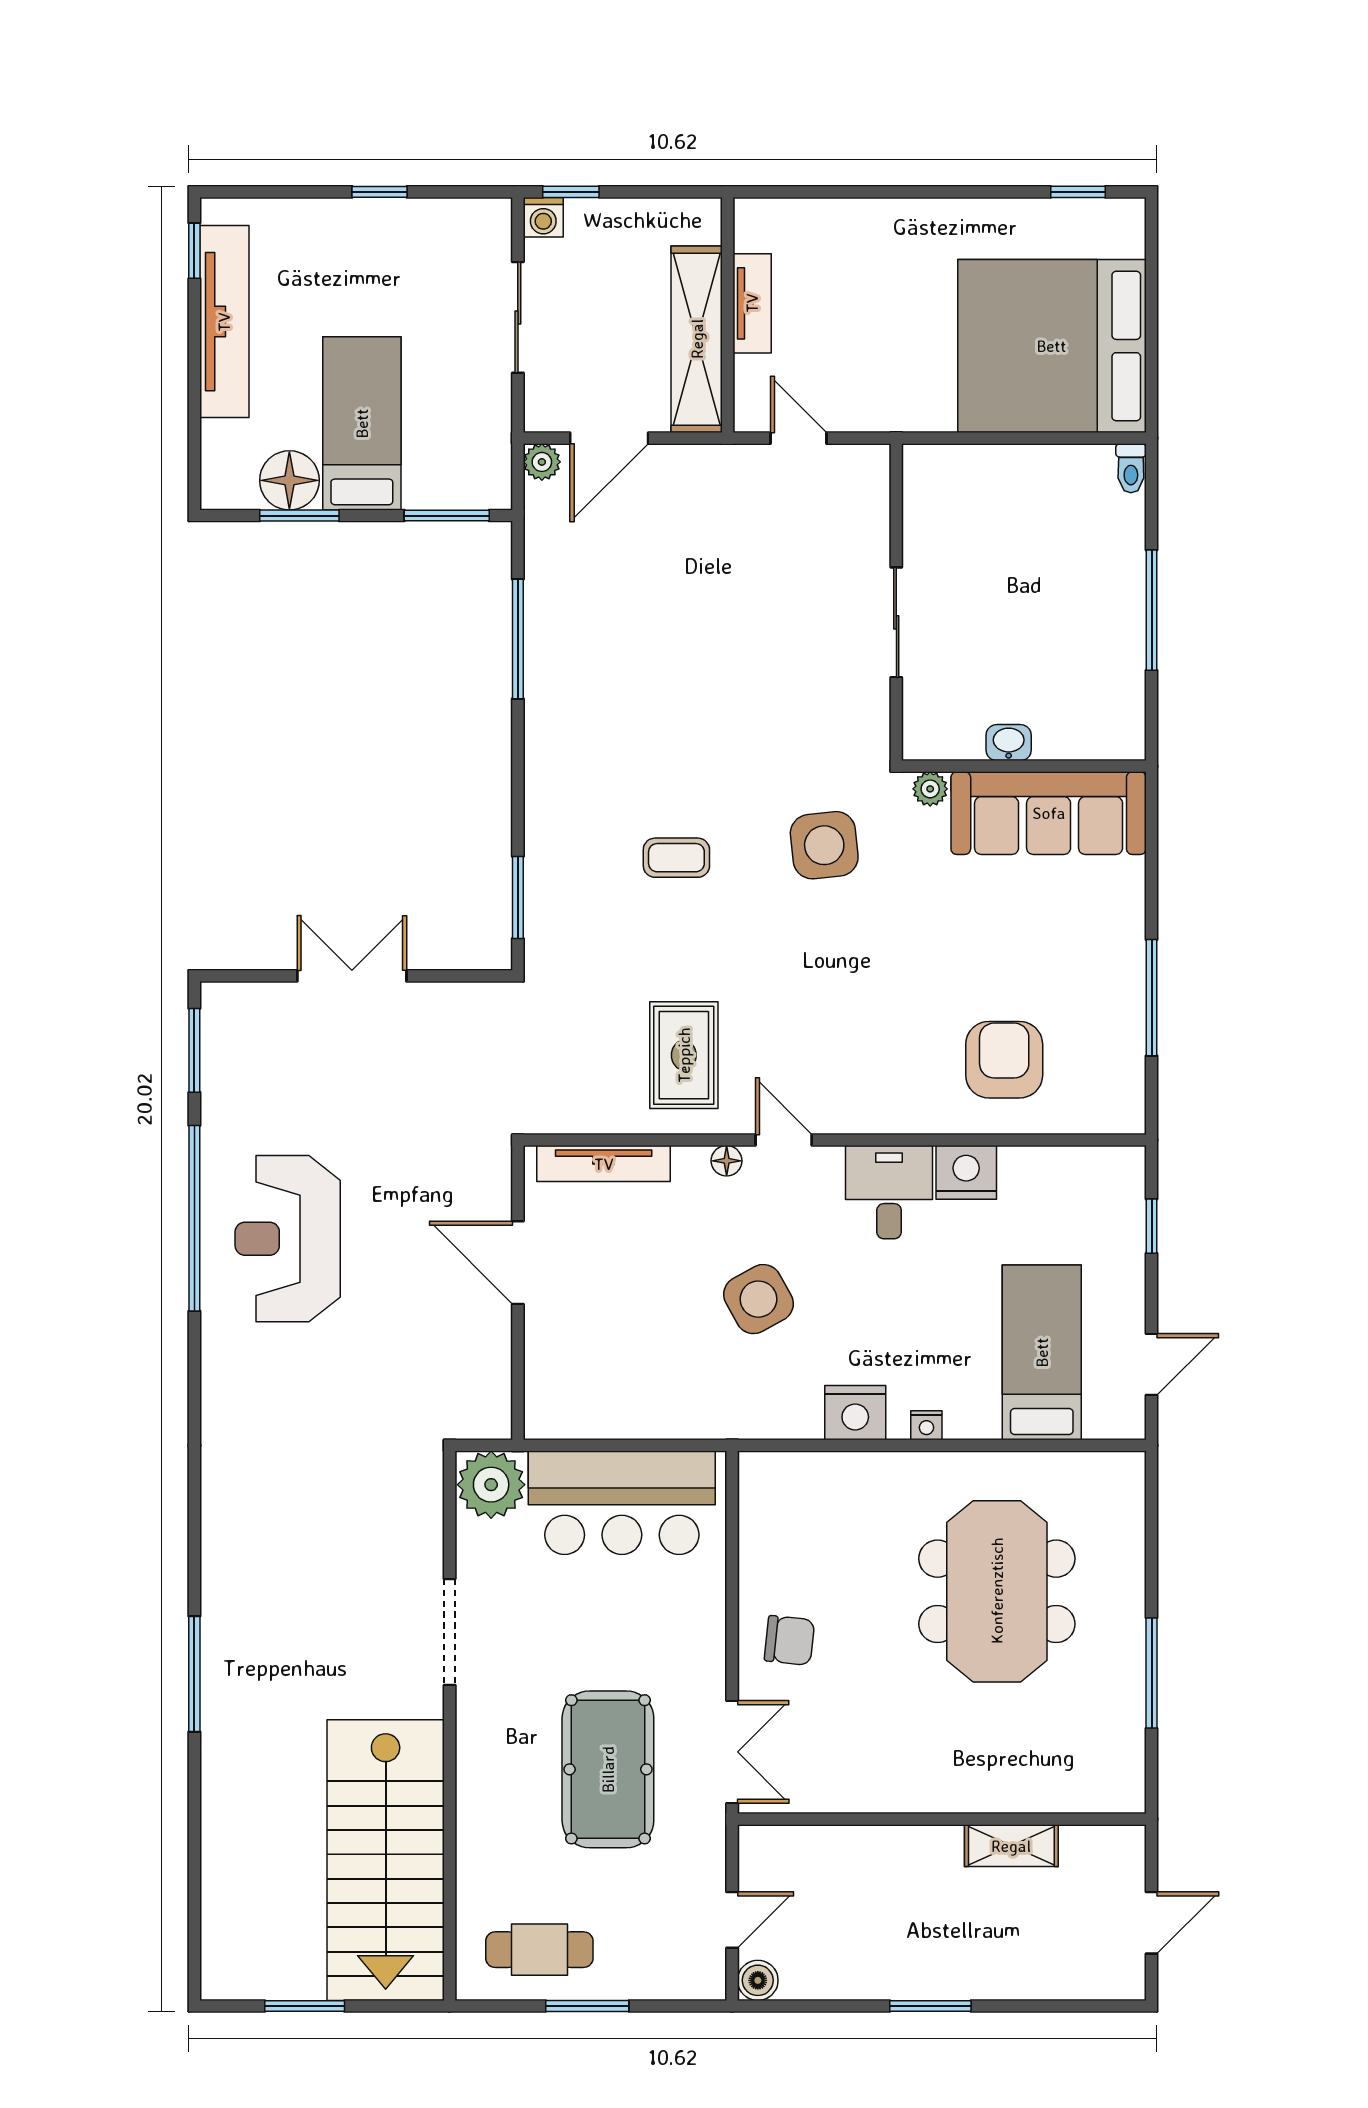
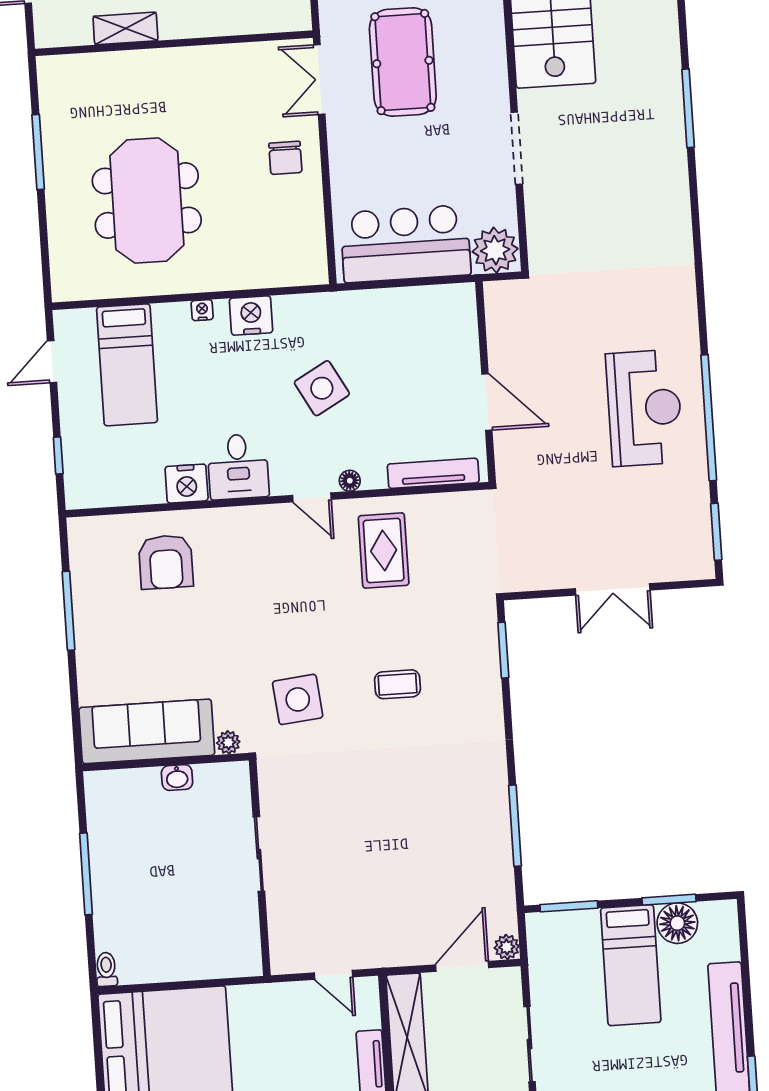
chair: (789, 1640) -> (285, 158), turned -96

